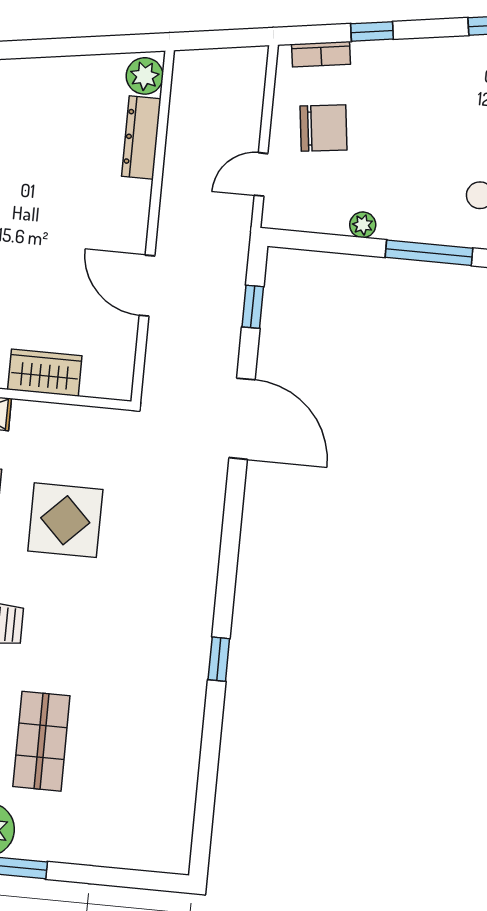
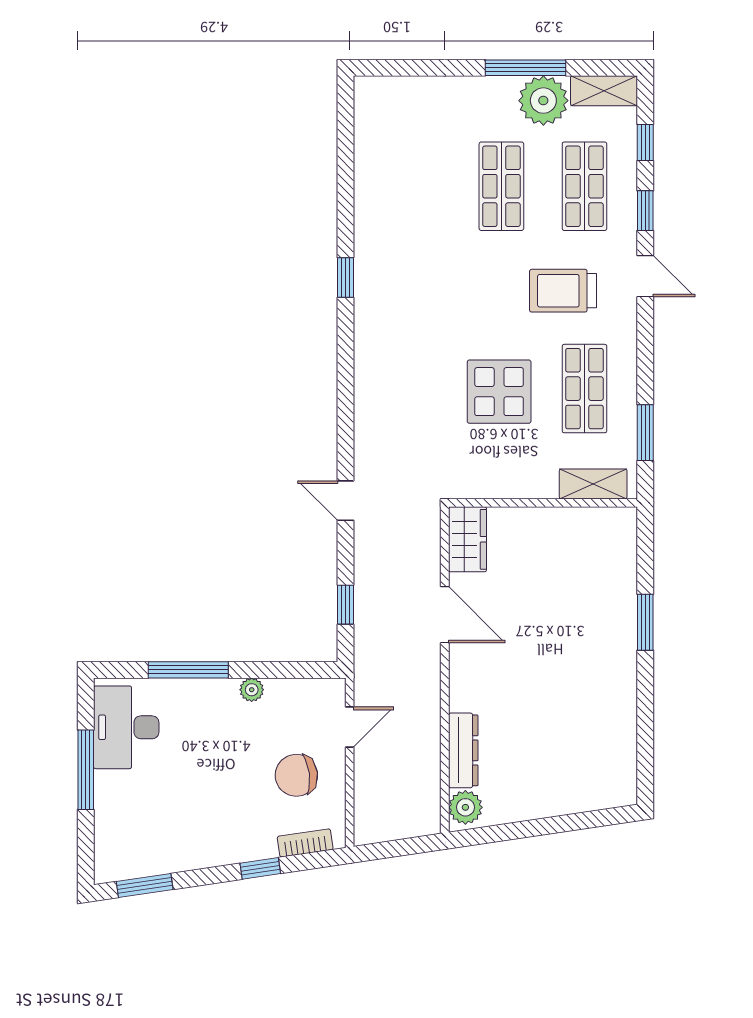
wardrobe: (45, 373) -> (467, 539), moved, turned -90
door: (242, 419) -> (346, 501), width x0.53

